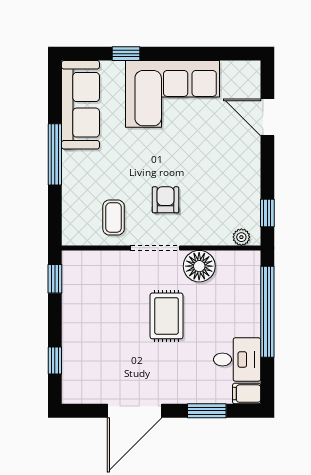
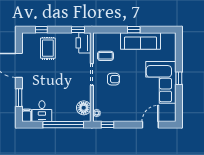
window: (126, 54) -> (179, 78), moved
sofa: (80, 105) -> (140, 41), moved
window: (55, 154) -> (134, 30), width x0.46
floor lamp: (199, 266) -> (84, 108), moved
printer: (85, 267) -> (83, 43), added
rug: (166, 316) -> (48, 48), moved, turned 90

